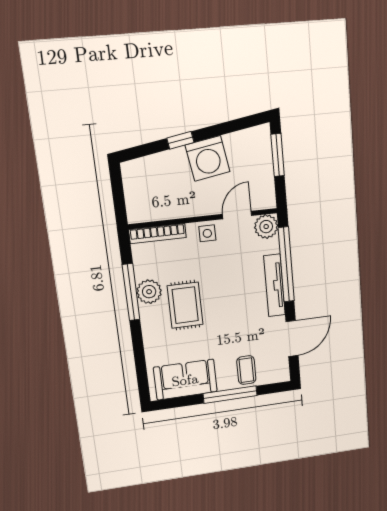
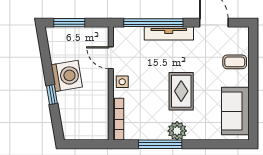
plant: (266, 227) -> (122, 36), removed
plant: (149, 292) -> (177, 131), moved
rug: (185, 305) -> (181, 91), moved, turned 90
window: (230, 395) -> (253, 77), removed

